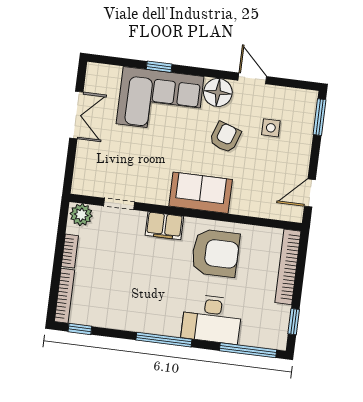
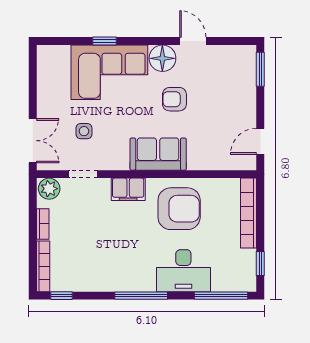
double door: (76, 115) -> (33, 141), moved
side table: (271, 128) -> (84, 131), moved
armchair: (225, 137) -> (174, 99), turned -109

